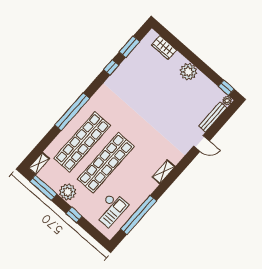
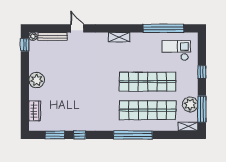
plant: (68, 192) -> (190, 104), moved

